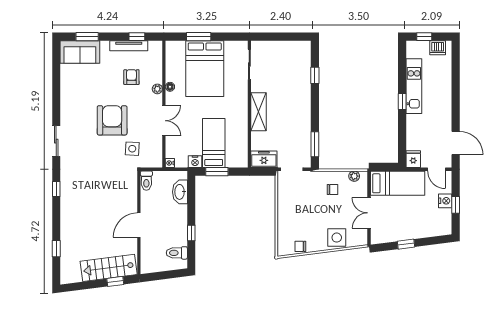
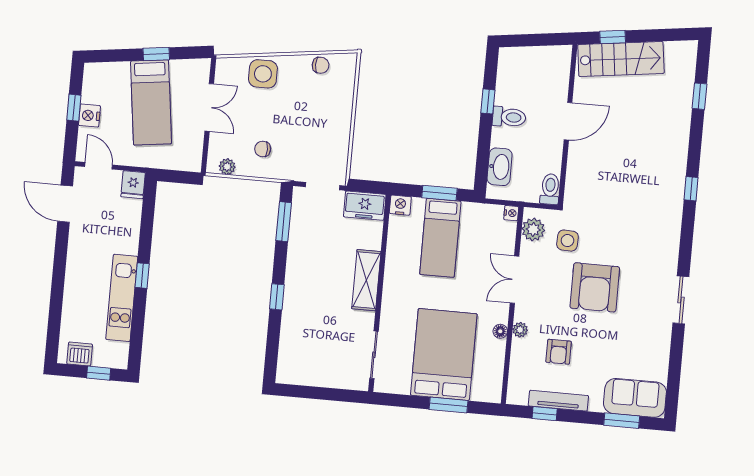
window: (315, 75) -> (277, 297), moved
sliding door: (56, 141) -> (681, 300), moved
plant: (155, 154) -> (533, 229), added
nightstand: (195, 162) -> (400, 205), moved
bed: (398, 183) -> (151, 102), moved, turned -97
toilet: (177, 253) -> (509, 117), moved

